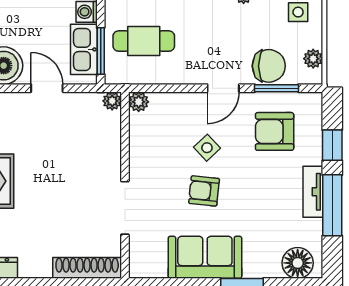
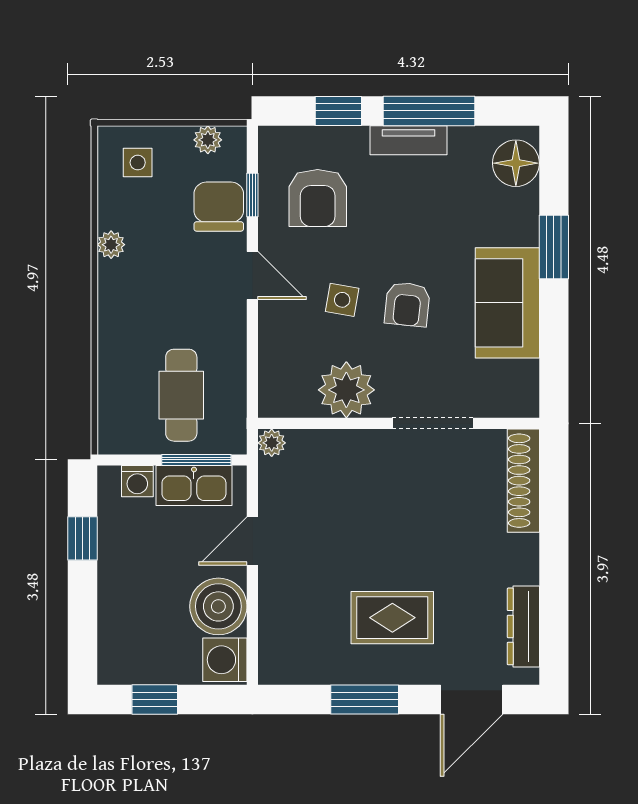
window: (276, 88) -> (252, 195), width x0.67
plant: (139, 102) -> (346, 390), moved, width x1.88, depth x1.88
side table: (207, 148) -> (342, 300), turned -37

